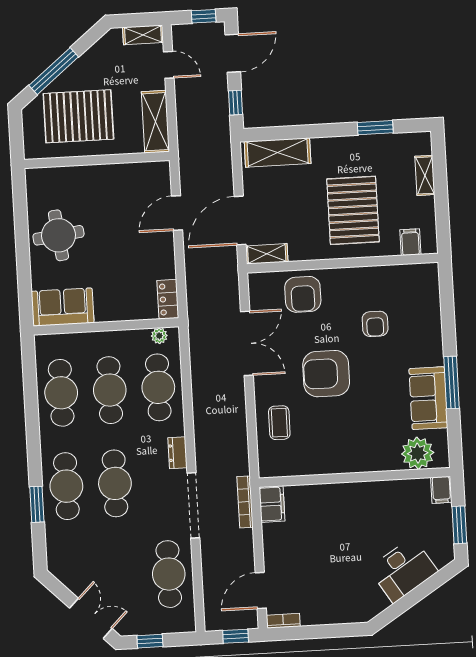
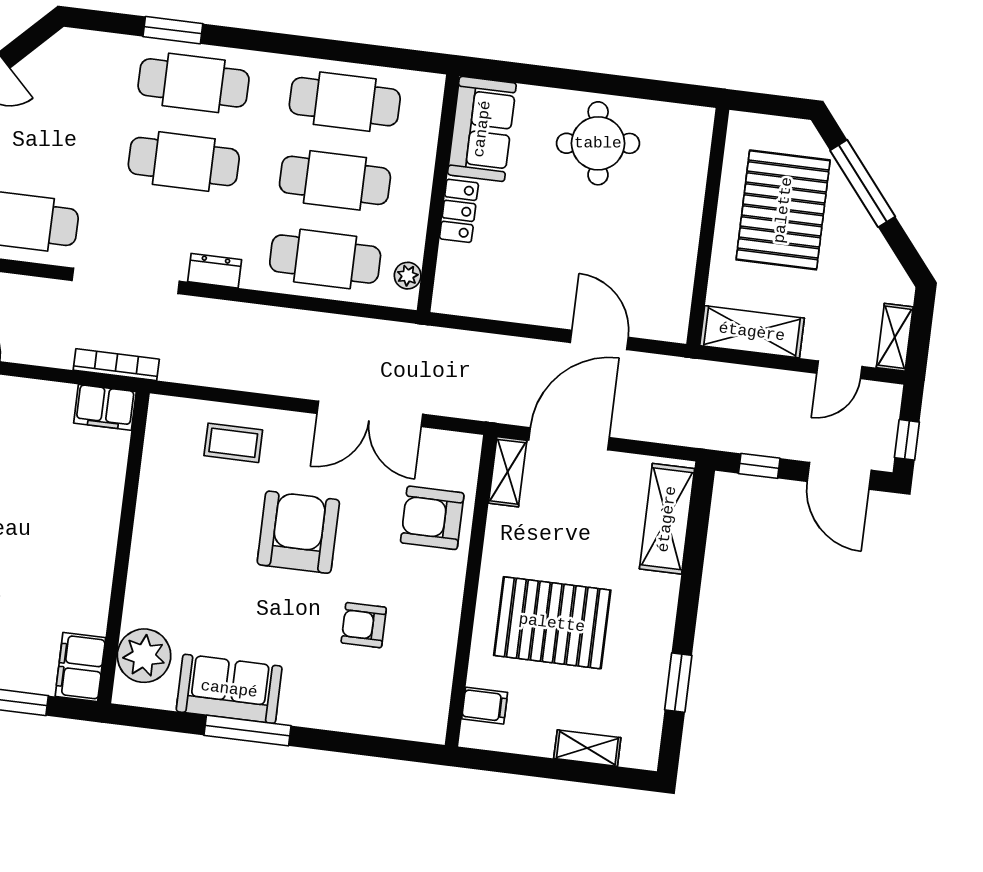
door: (240, 220) -> (569, 439), hinge flipped
locker: (168, 299) -> (459, 211), moved, turned 90
filing cabinet: (441, 490) -> (80, 667), width x2.00

